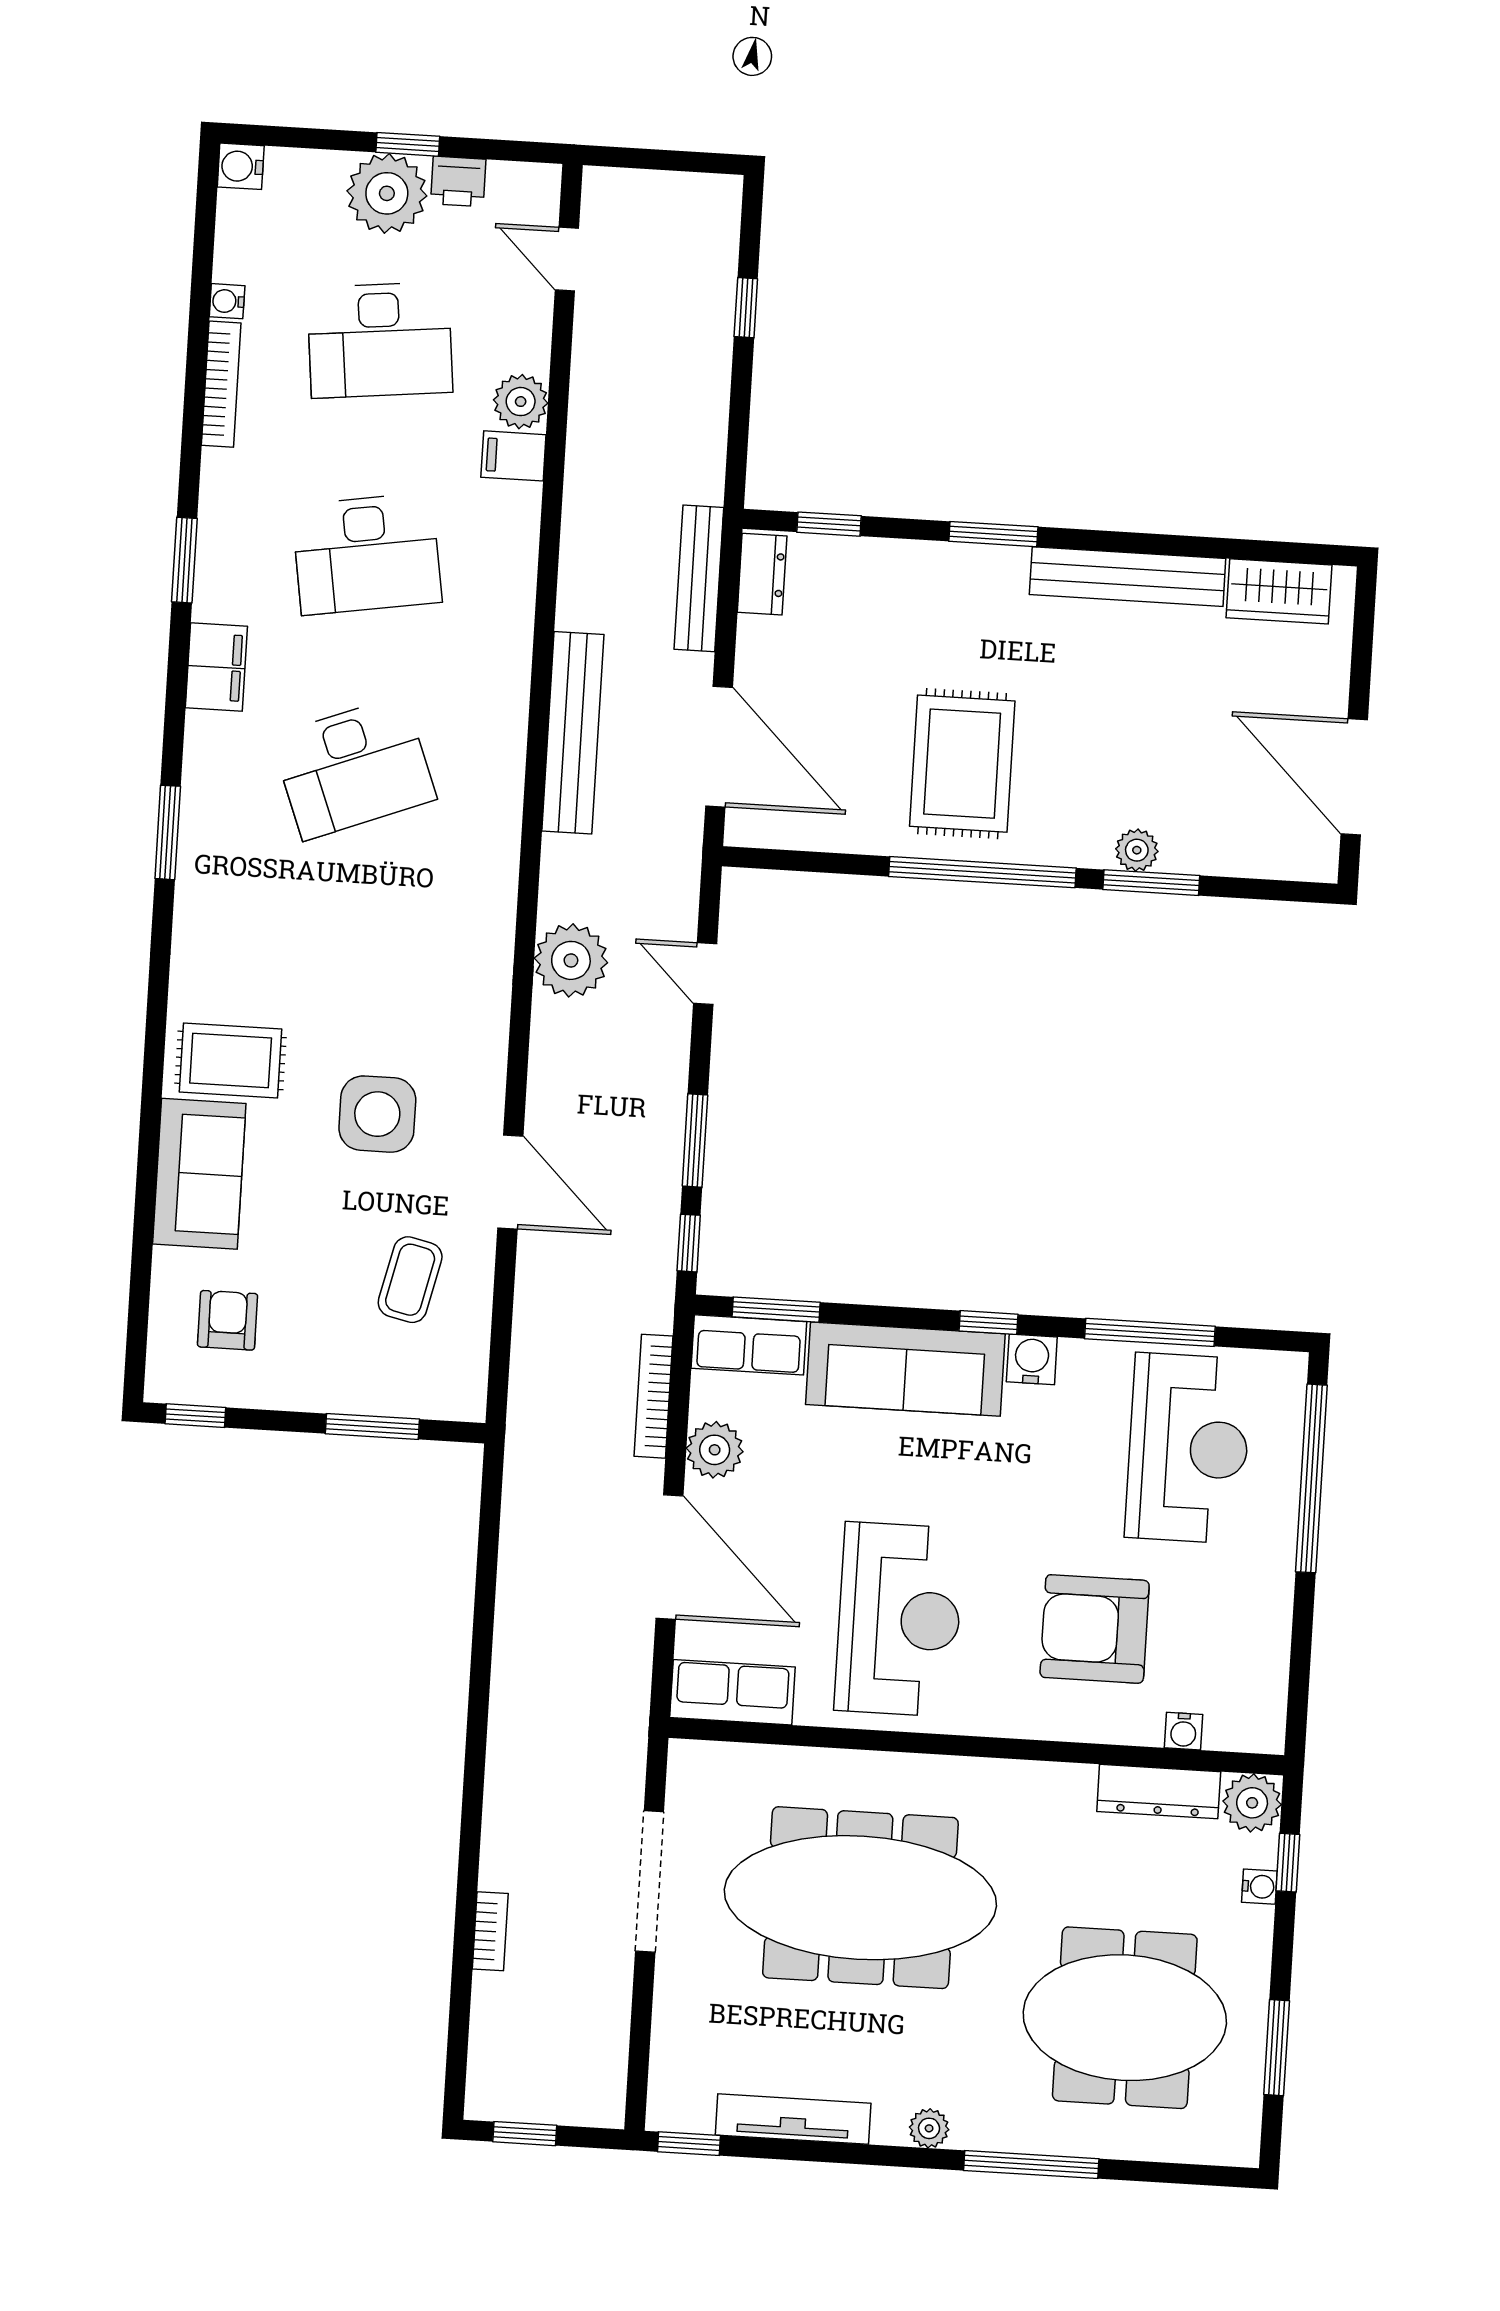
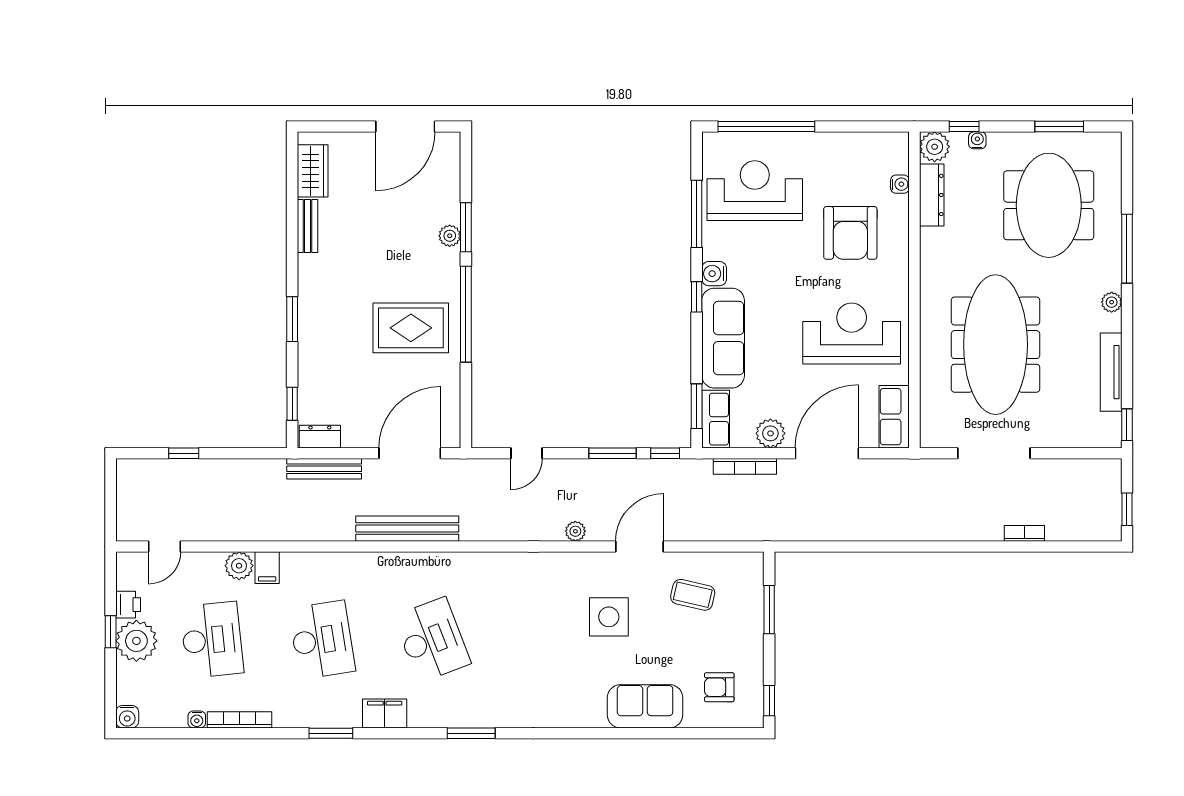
bench: (1128, 577) -> (308, 226), width x0.54, depth x0.82
plant: (571, 960) -> (575, 531), moved, width x0.53, depth x0.53
rug: (231, 1061) -> (586, 694), removed

